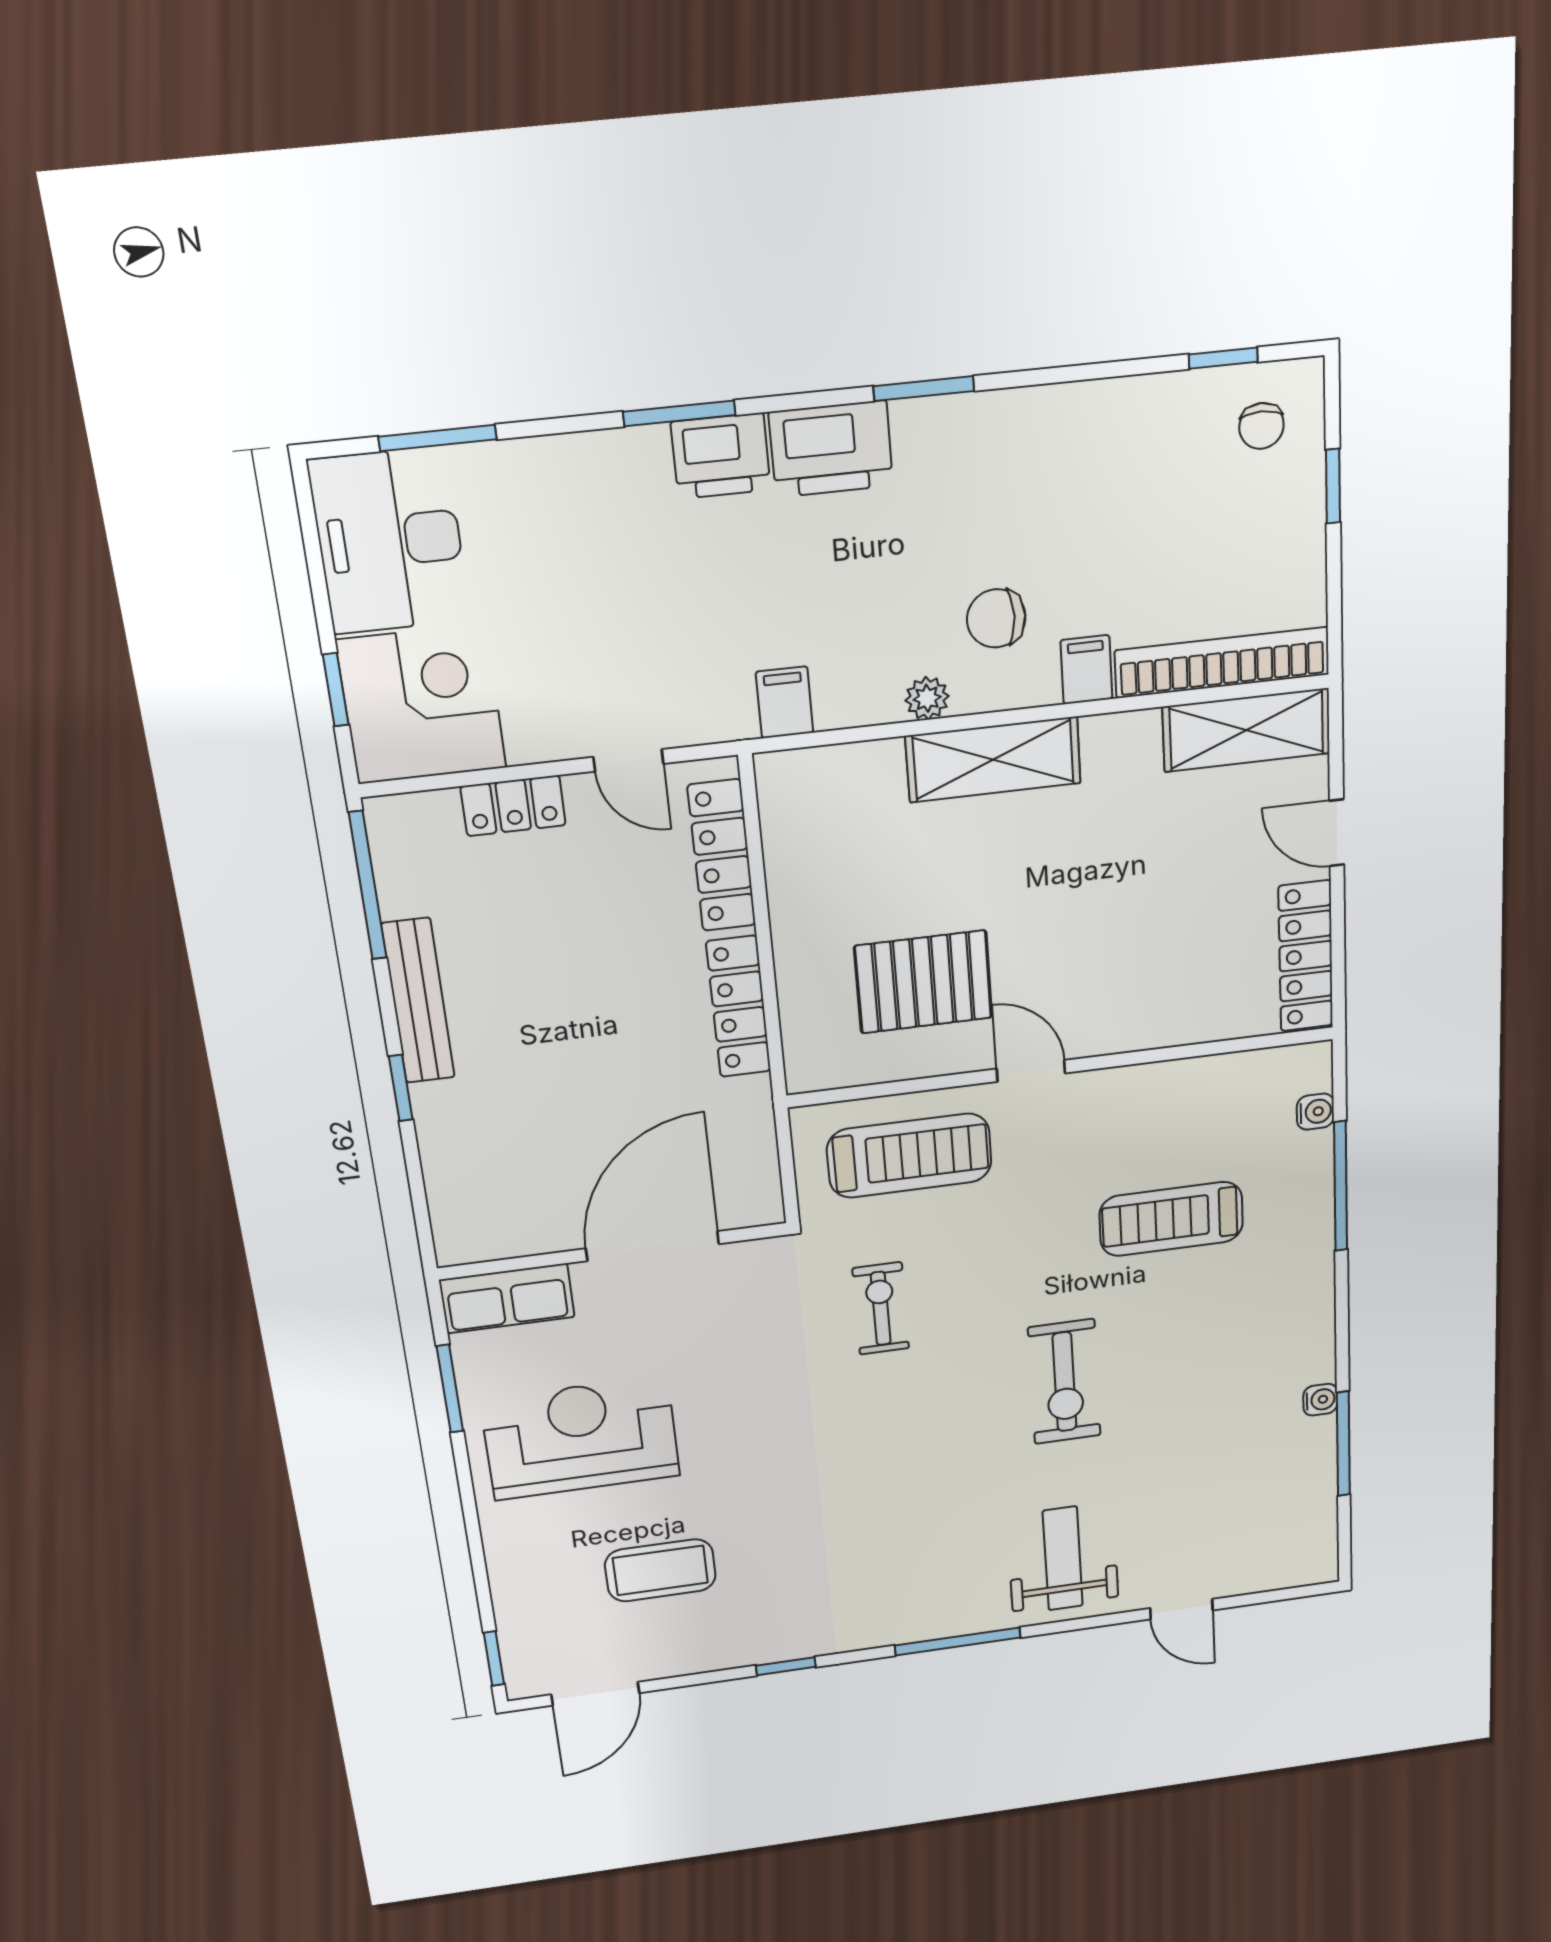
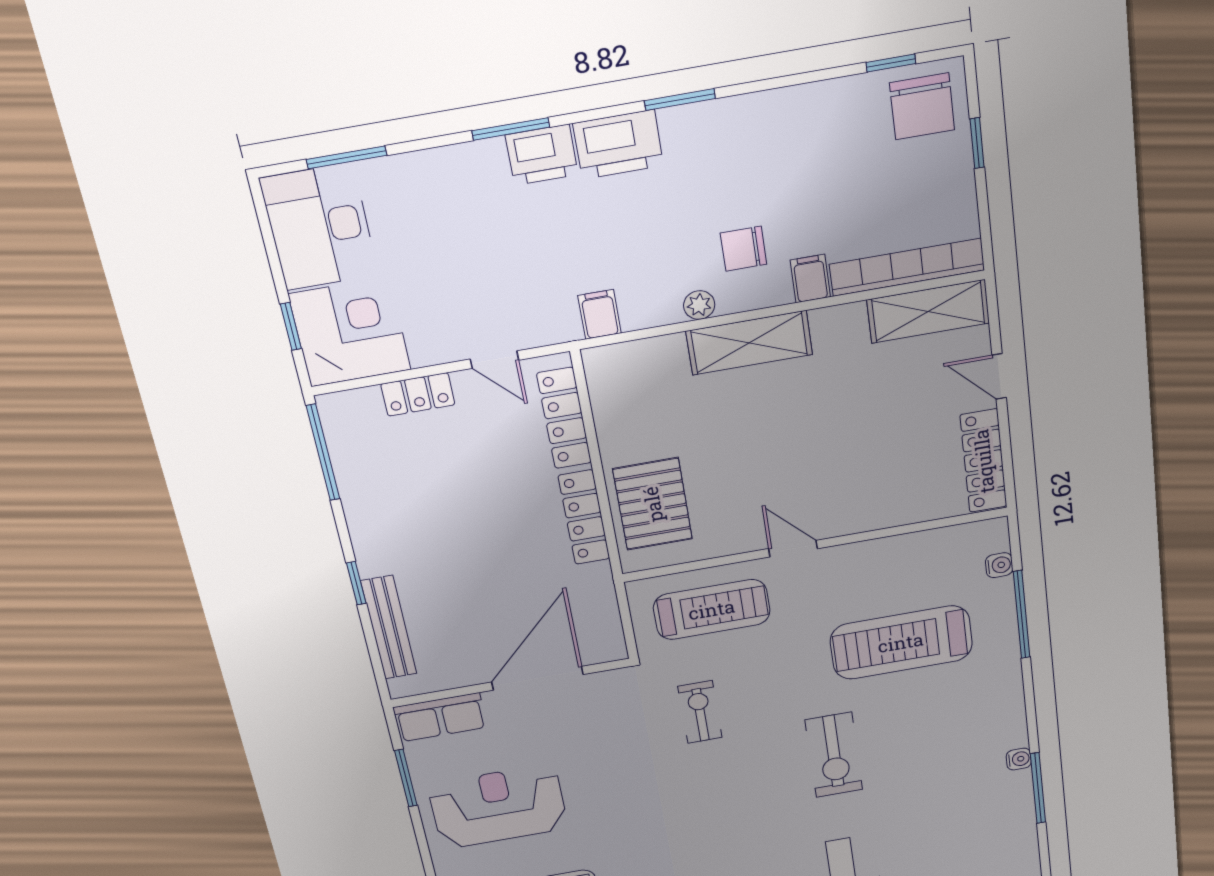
chair: (1261, 426) -> (922, 106), width x1.87, depth x1.87
pallet: (923, 982) -> (653, 504), moved, turned 90
bench: (418, 1001) -> (389, 627), moved
treadmill: (1171, 1219) -> (901, 643), width x1.37, depth x1.38

